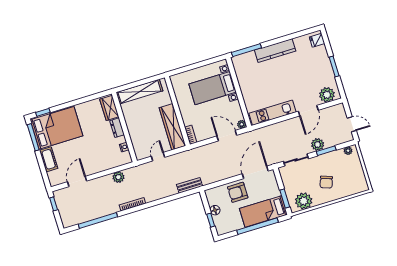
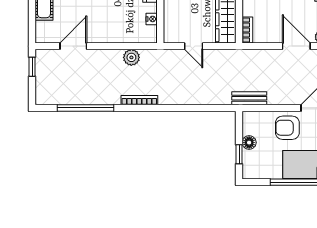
door: (158, 157) -> (194, 46), swing flipped
bench: (190, 185) -> (249, 98), moved

